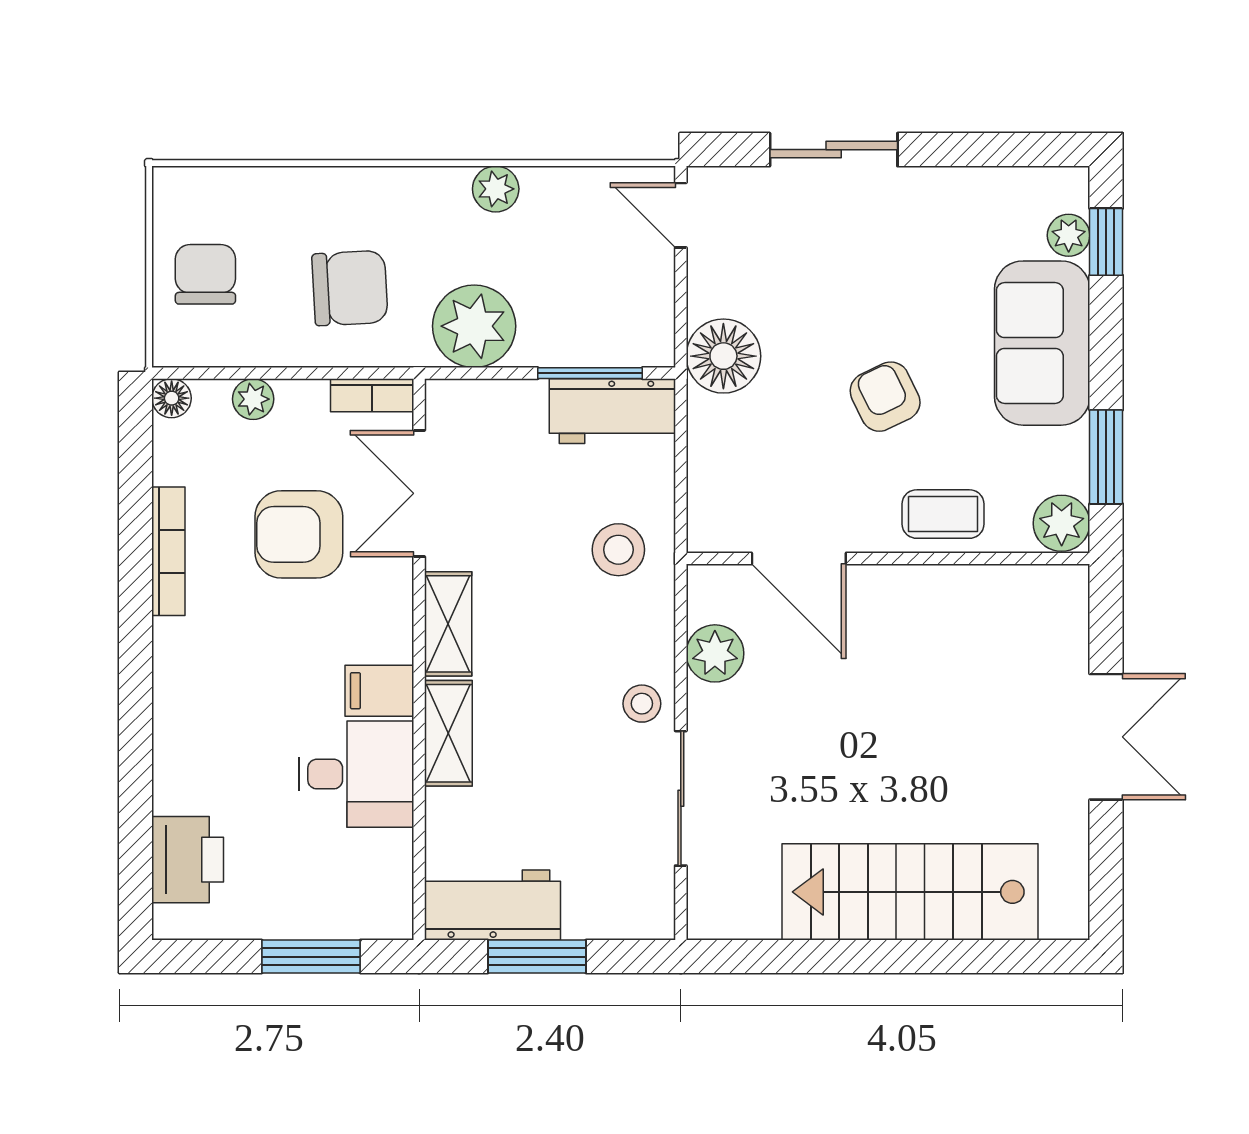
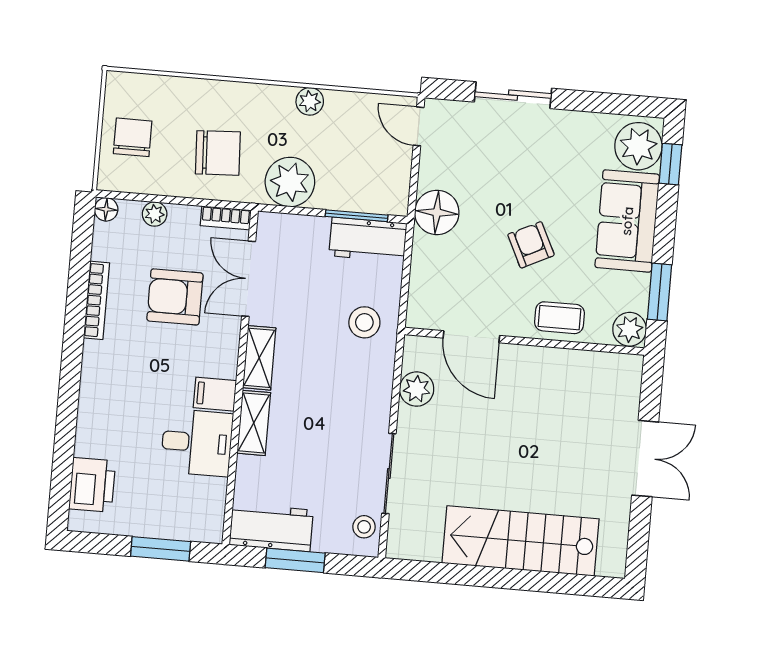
plant: (1069, 235) -> (638, 146), width x1.88, depth x1.88
stool: (642, 704) -> (364, 527), moved

